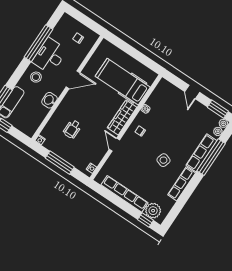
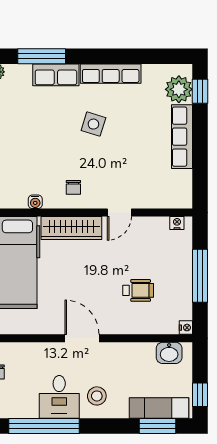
desk: (50, 56) -> (59, 397), width x0.73
door: (73, 80) -> (82, 338), moved
washbasin: (49, 100) -> (169, 353), moved
row of seats: (201, 153) -> (56, 75), width x0.68
window: (211, 157) -> (42, 56), width x0.68
row of seats: (125, 194) -> (182, 137), width x0.73

